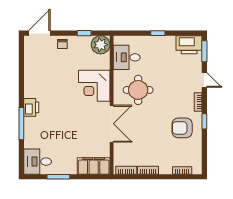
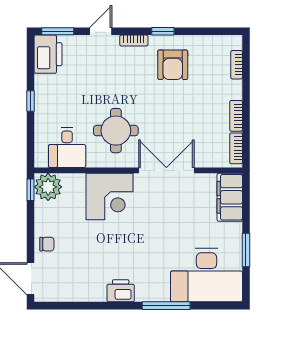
window: (84, 33) -> (31, 190), moved
printer: (31, 107) -> (121, 291), moved
desk: (38, 162) -> (206, 275), width x1.87, depth x1.30

